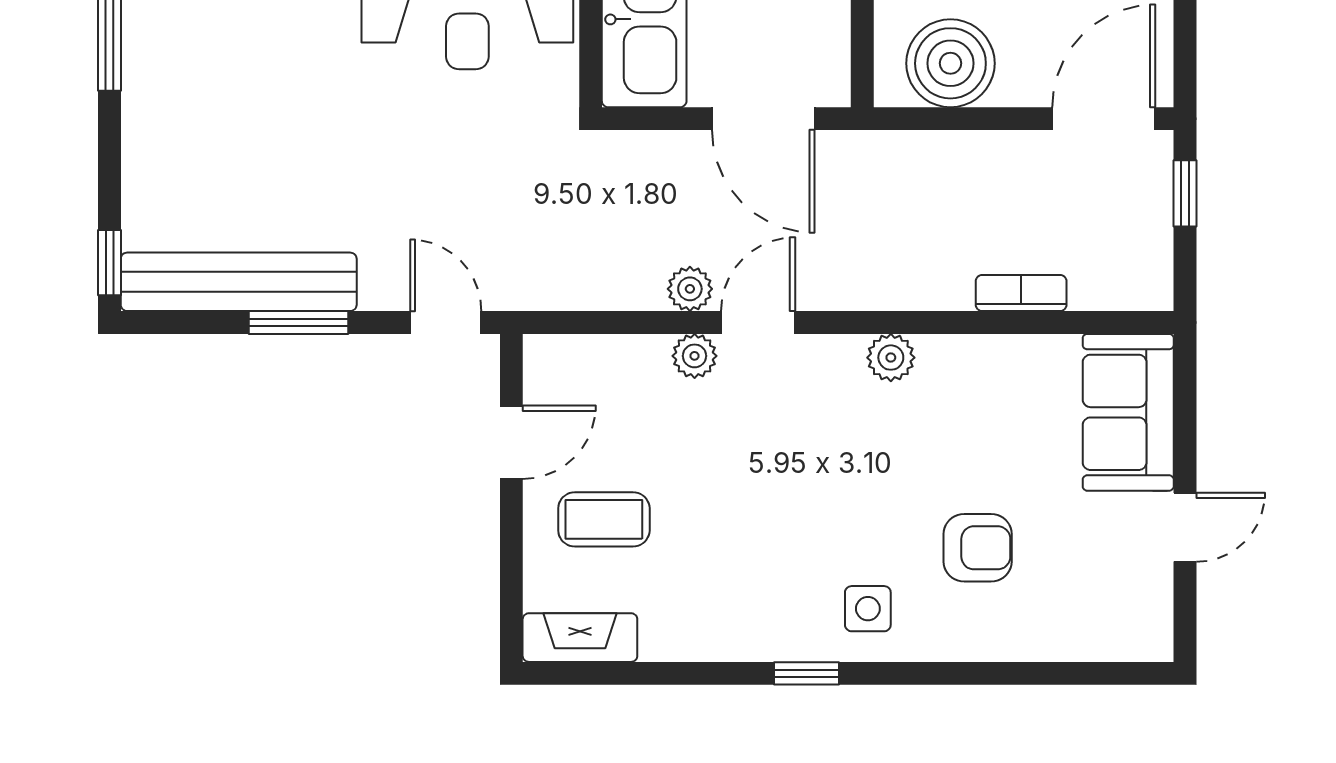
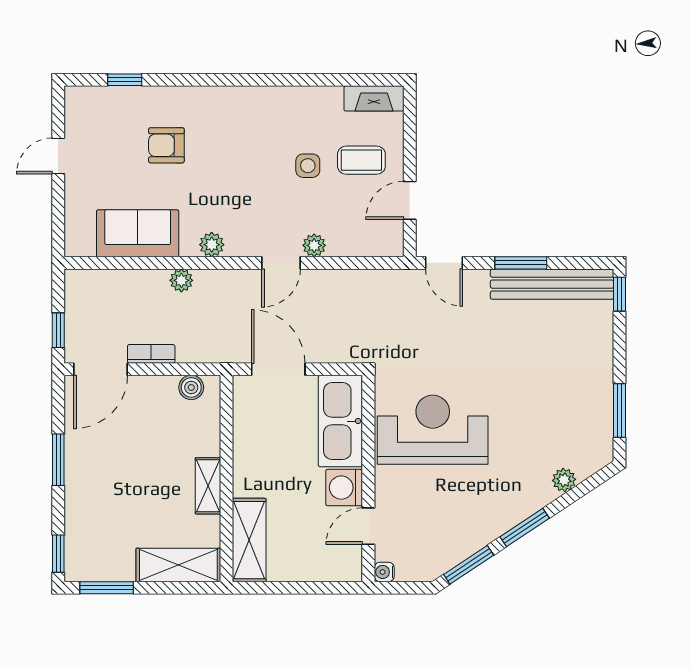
boiler: (950, 63) -> (191, 387), width x0.54, depth x0.54
plant: (690, 289) -> (181, 280), moved
bookcase: (1021, 293) -> (151, 354), moved, turned 180
sofa: (1128, 412) -> (138, 233), moved, turned -90
side table: (868, 609) -> (308, 166), moved
window: (807, 673) -> (125, 80), moved

